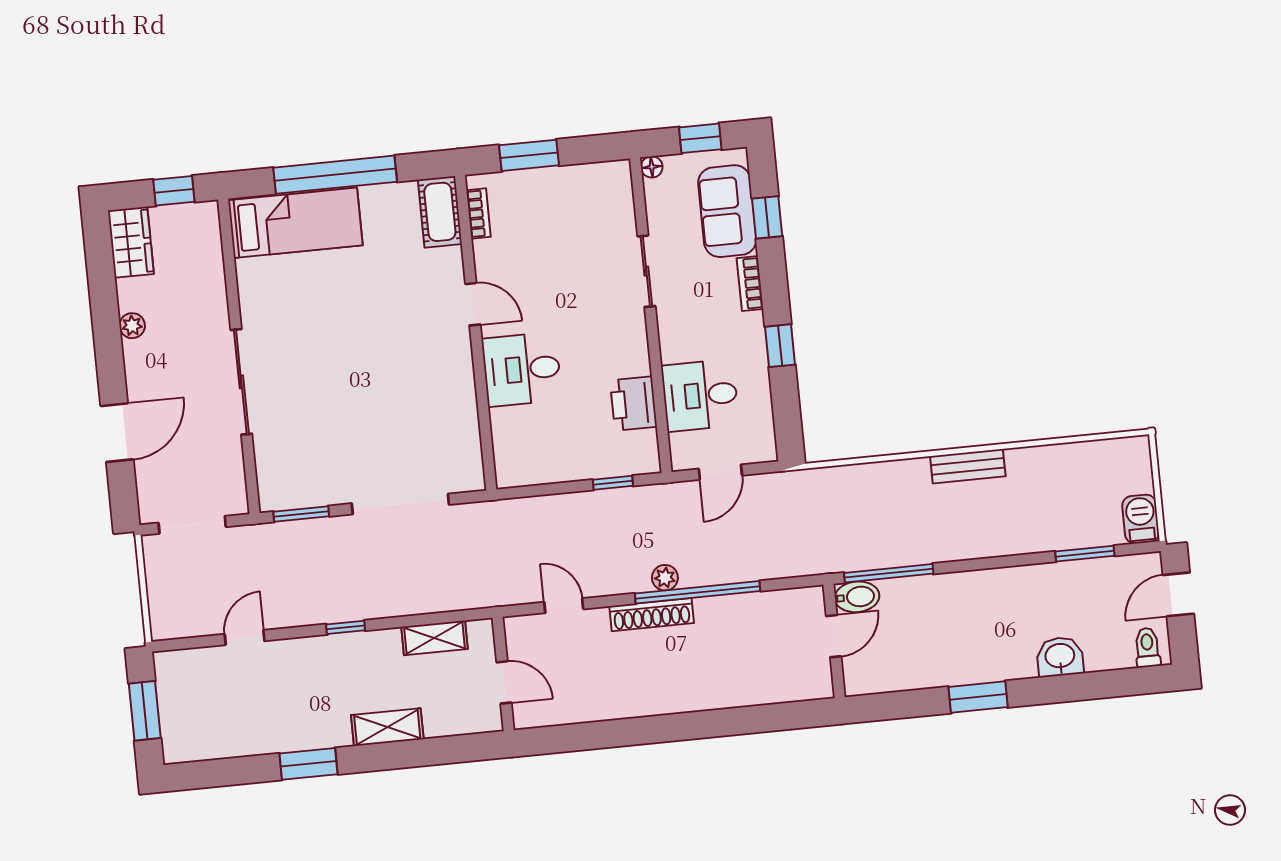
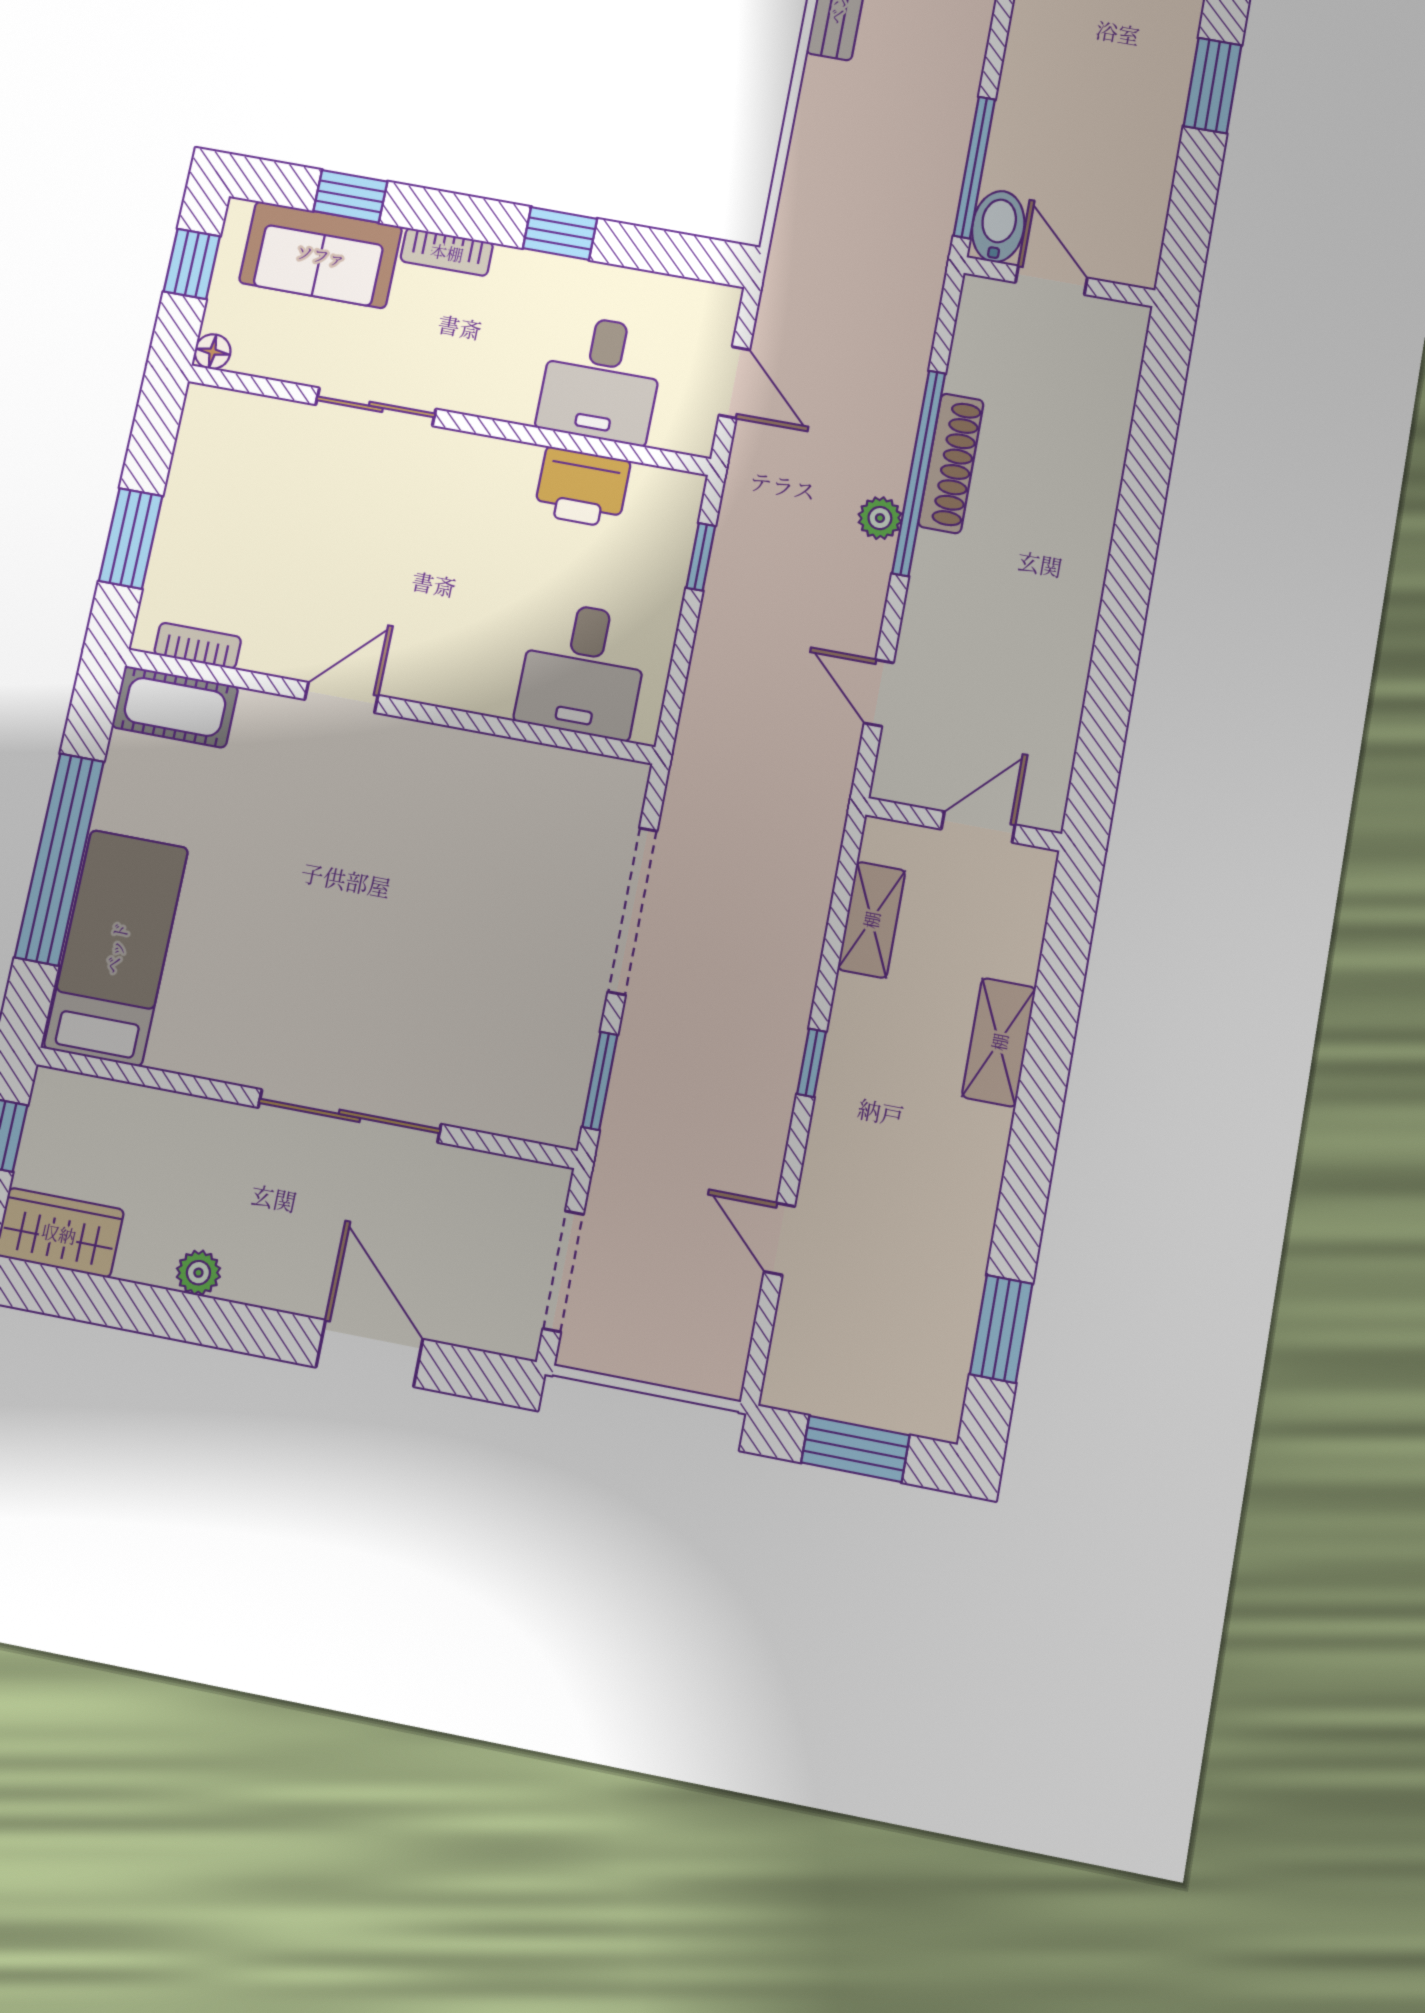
desk: (522, 369) -> (583, 670), moved
door: (564, 606) -> (879, 693), hinge flipped
shoe rack: (652, 615) -> (951, 463), moved
window: (309, 764) -> (1001, 1329), moved

